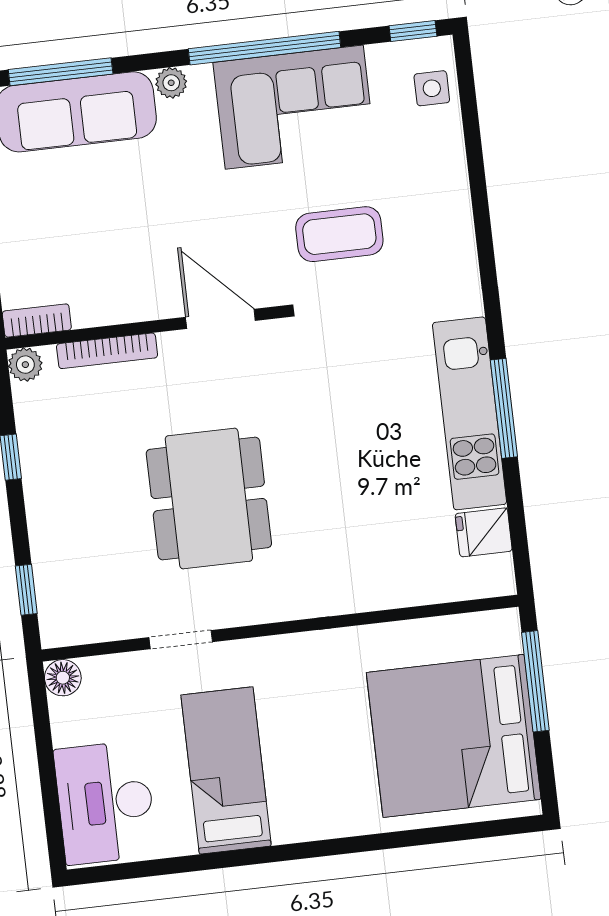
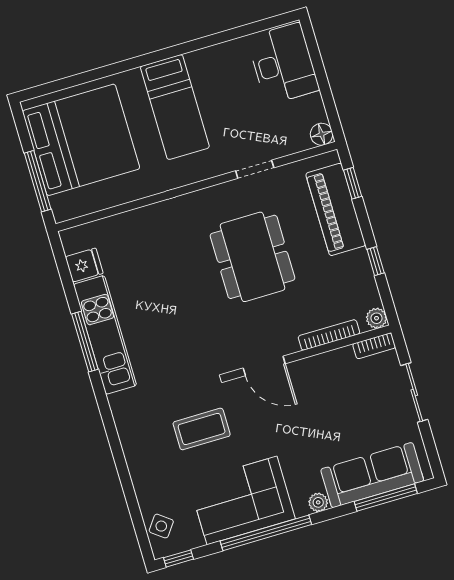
side table: (432, 88) -> (161, 526), turned 37
piano: (61, 552) -> (336, 209), added
bed: (226, 770) -> (175, 107), moved

